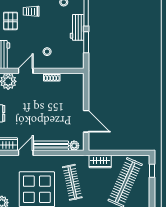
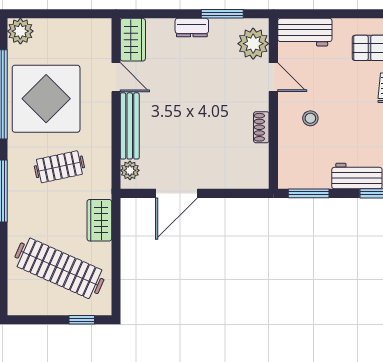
window: (86, 42) -> (309, 193), moved
clothes rail: (72, 182) -> (59, 167), width x0.73

